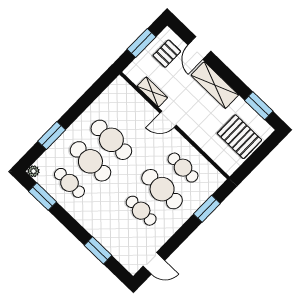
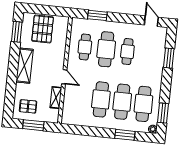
door: (199, 48) -> (11, 91), removed
cafe table: (69, 183) -> (143, 104), width x1.37, depth x1.35

